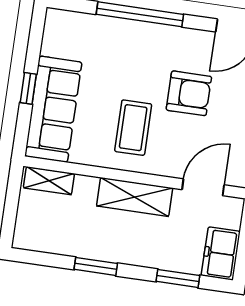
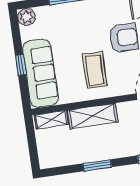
plant: (57, 22) -> (26, 17), added
shelving: (135, 197) -> (93, 116), moved

